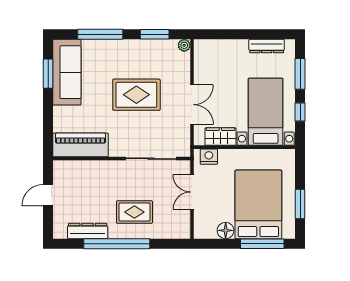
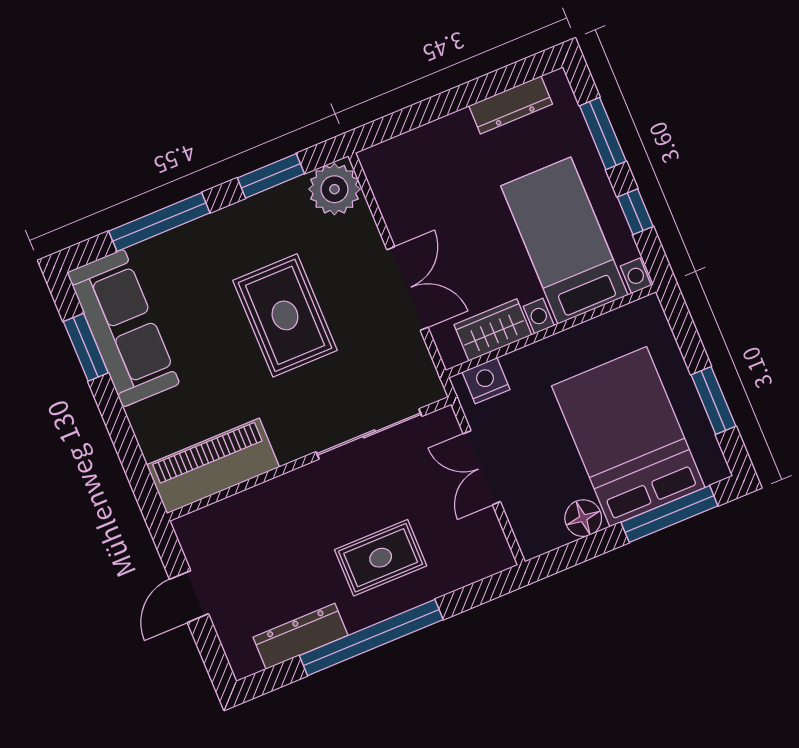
plant: (184, 45) -> (334, 189), width x1.88, depth x1.88
rug: (136, 95) -> (285, 315), turned 90

